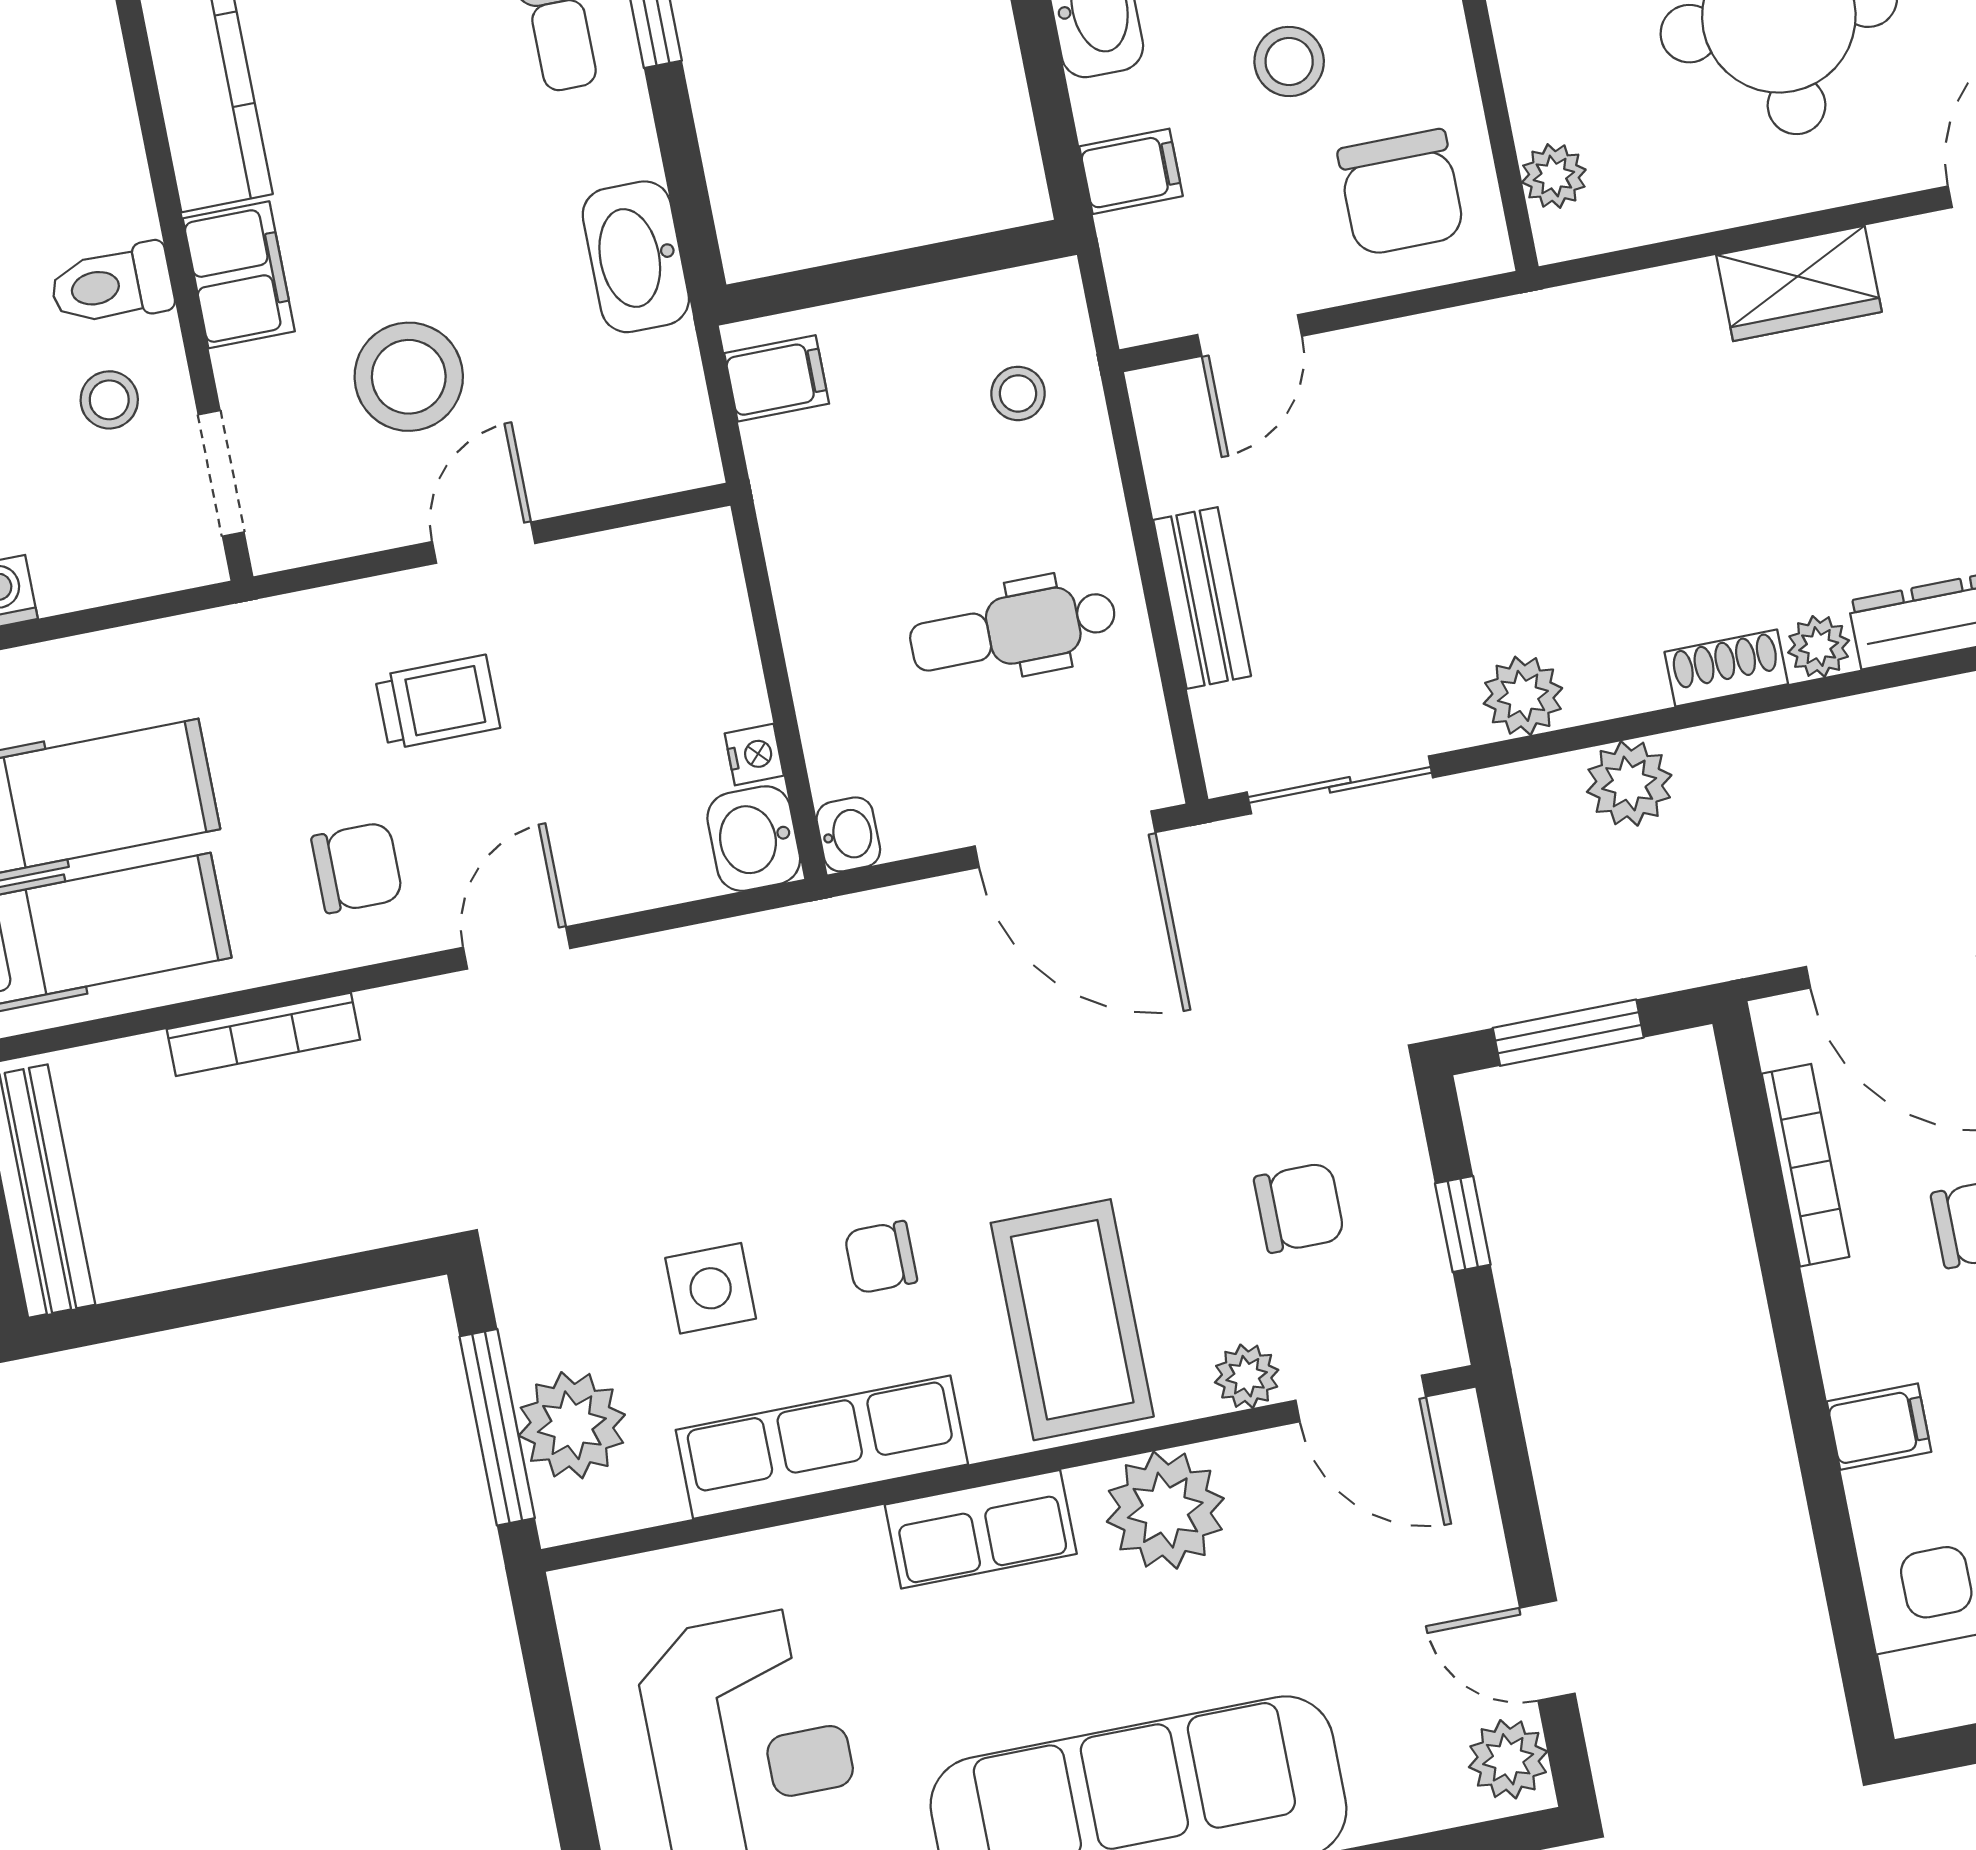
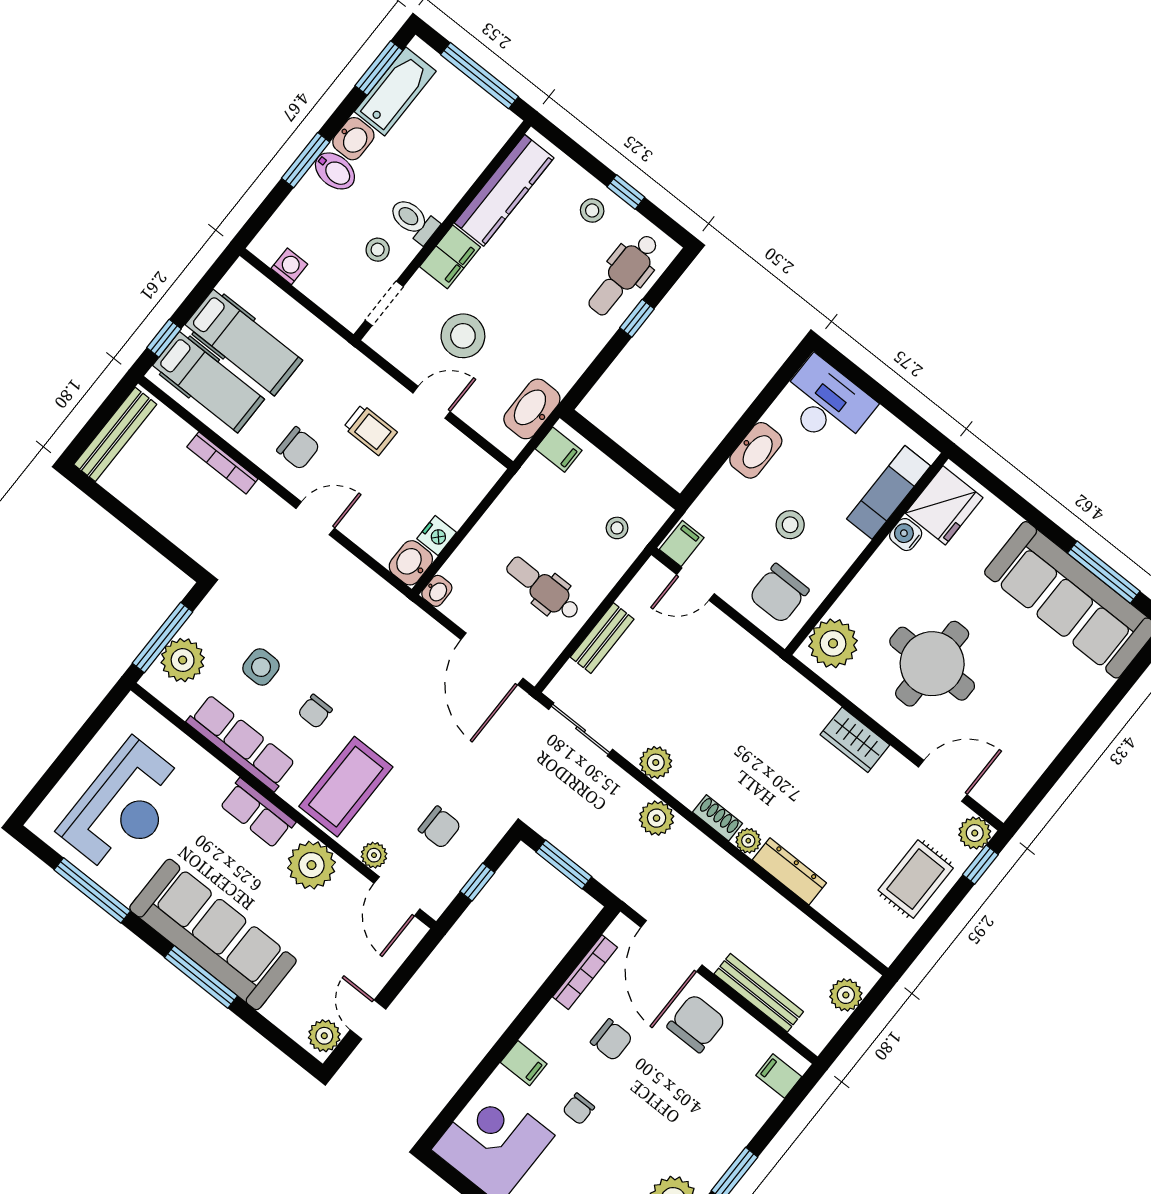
filing cabinet: (1131, 171) -> (682, 543), moved, turned -90
plant: (1554, 176) -> (833, 643), width x1.88, depth x1.88
washbasin: (636, 257) -> (532, 409), moved
nightstand: (754, 755) -> (437, 536), width x1.39, depth x1.35
chair: (881, 1257) -> (315, 711), turned -90

